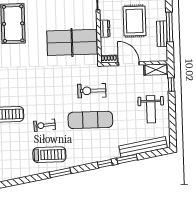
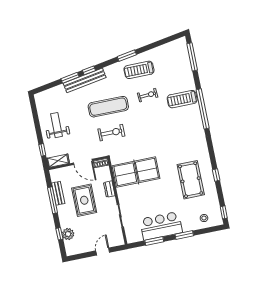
bench: (143, 147) -> (85, 80), moved

